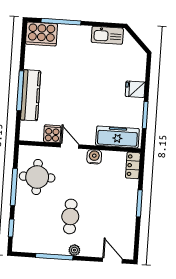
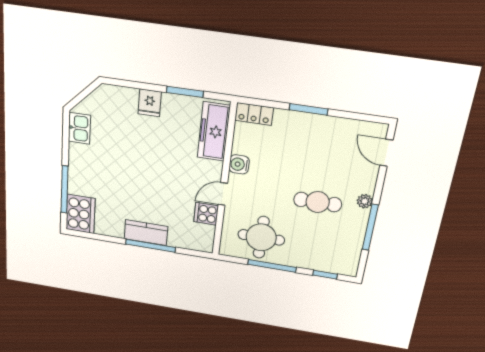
kitchen sink: (107, 35) -> (79, 128), width x0.73
kitchen counter: (31, 95) -> (146, 233), width x0.67
door: (112, 260) -> (386, 153), hinge flipped

